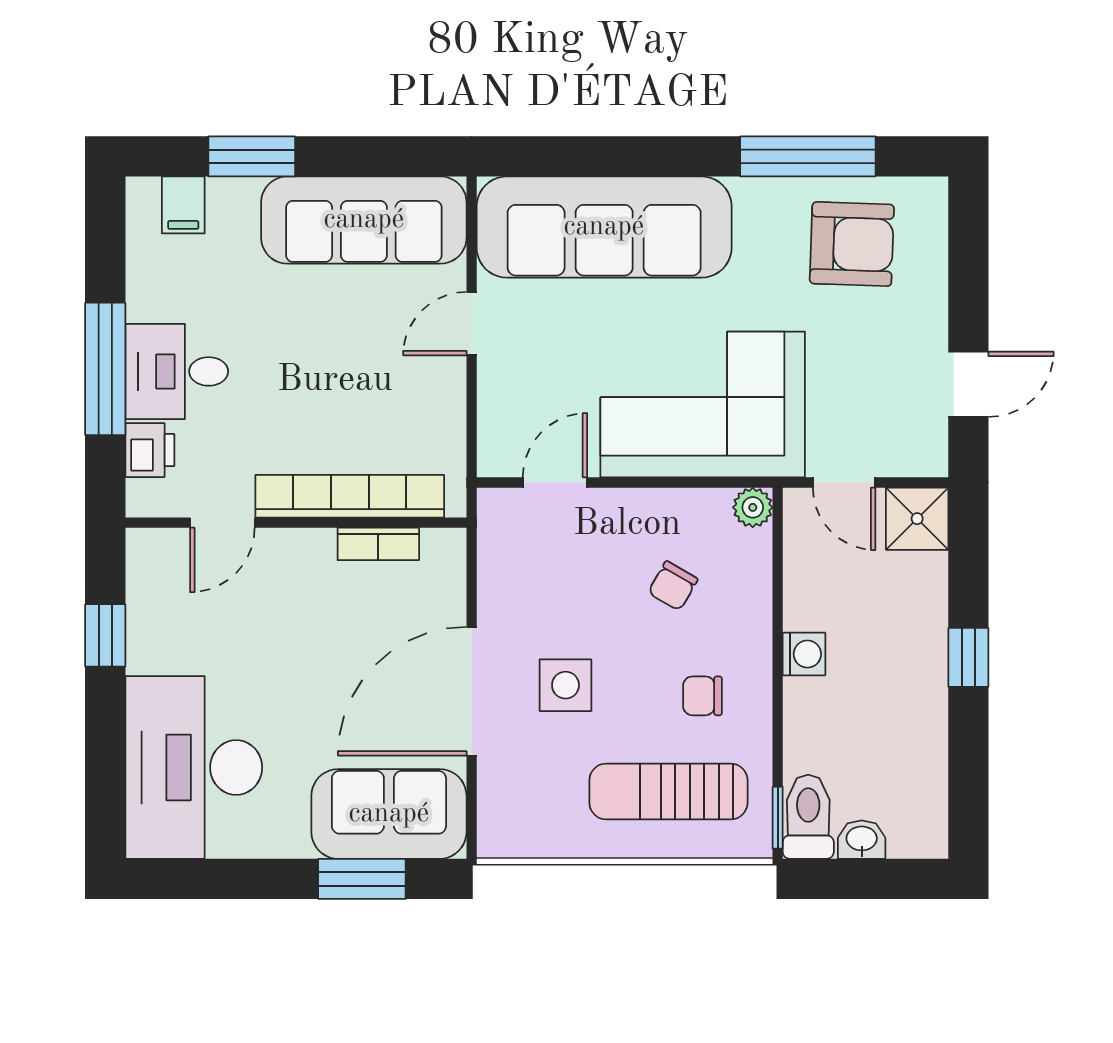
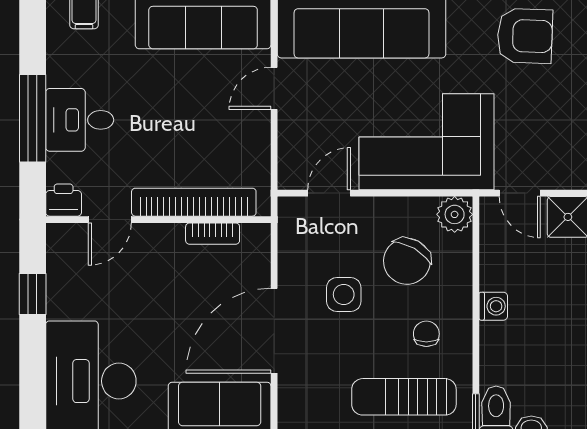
printer: (150, 450) -> (64, 200), moved, turned -90
plant: (753, 507) -> (455, 214), width x1.38, depth x1.38
chair: (673, 586) -> (407, 261), width x1.87, depth x1.87
side table: (565, 685) -> (344, 294), moved
chair: (702, 696) -> (426, 334), turned 90

